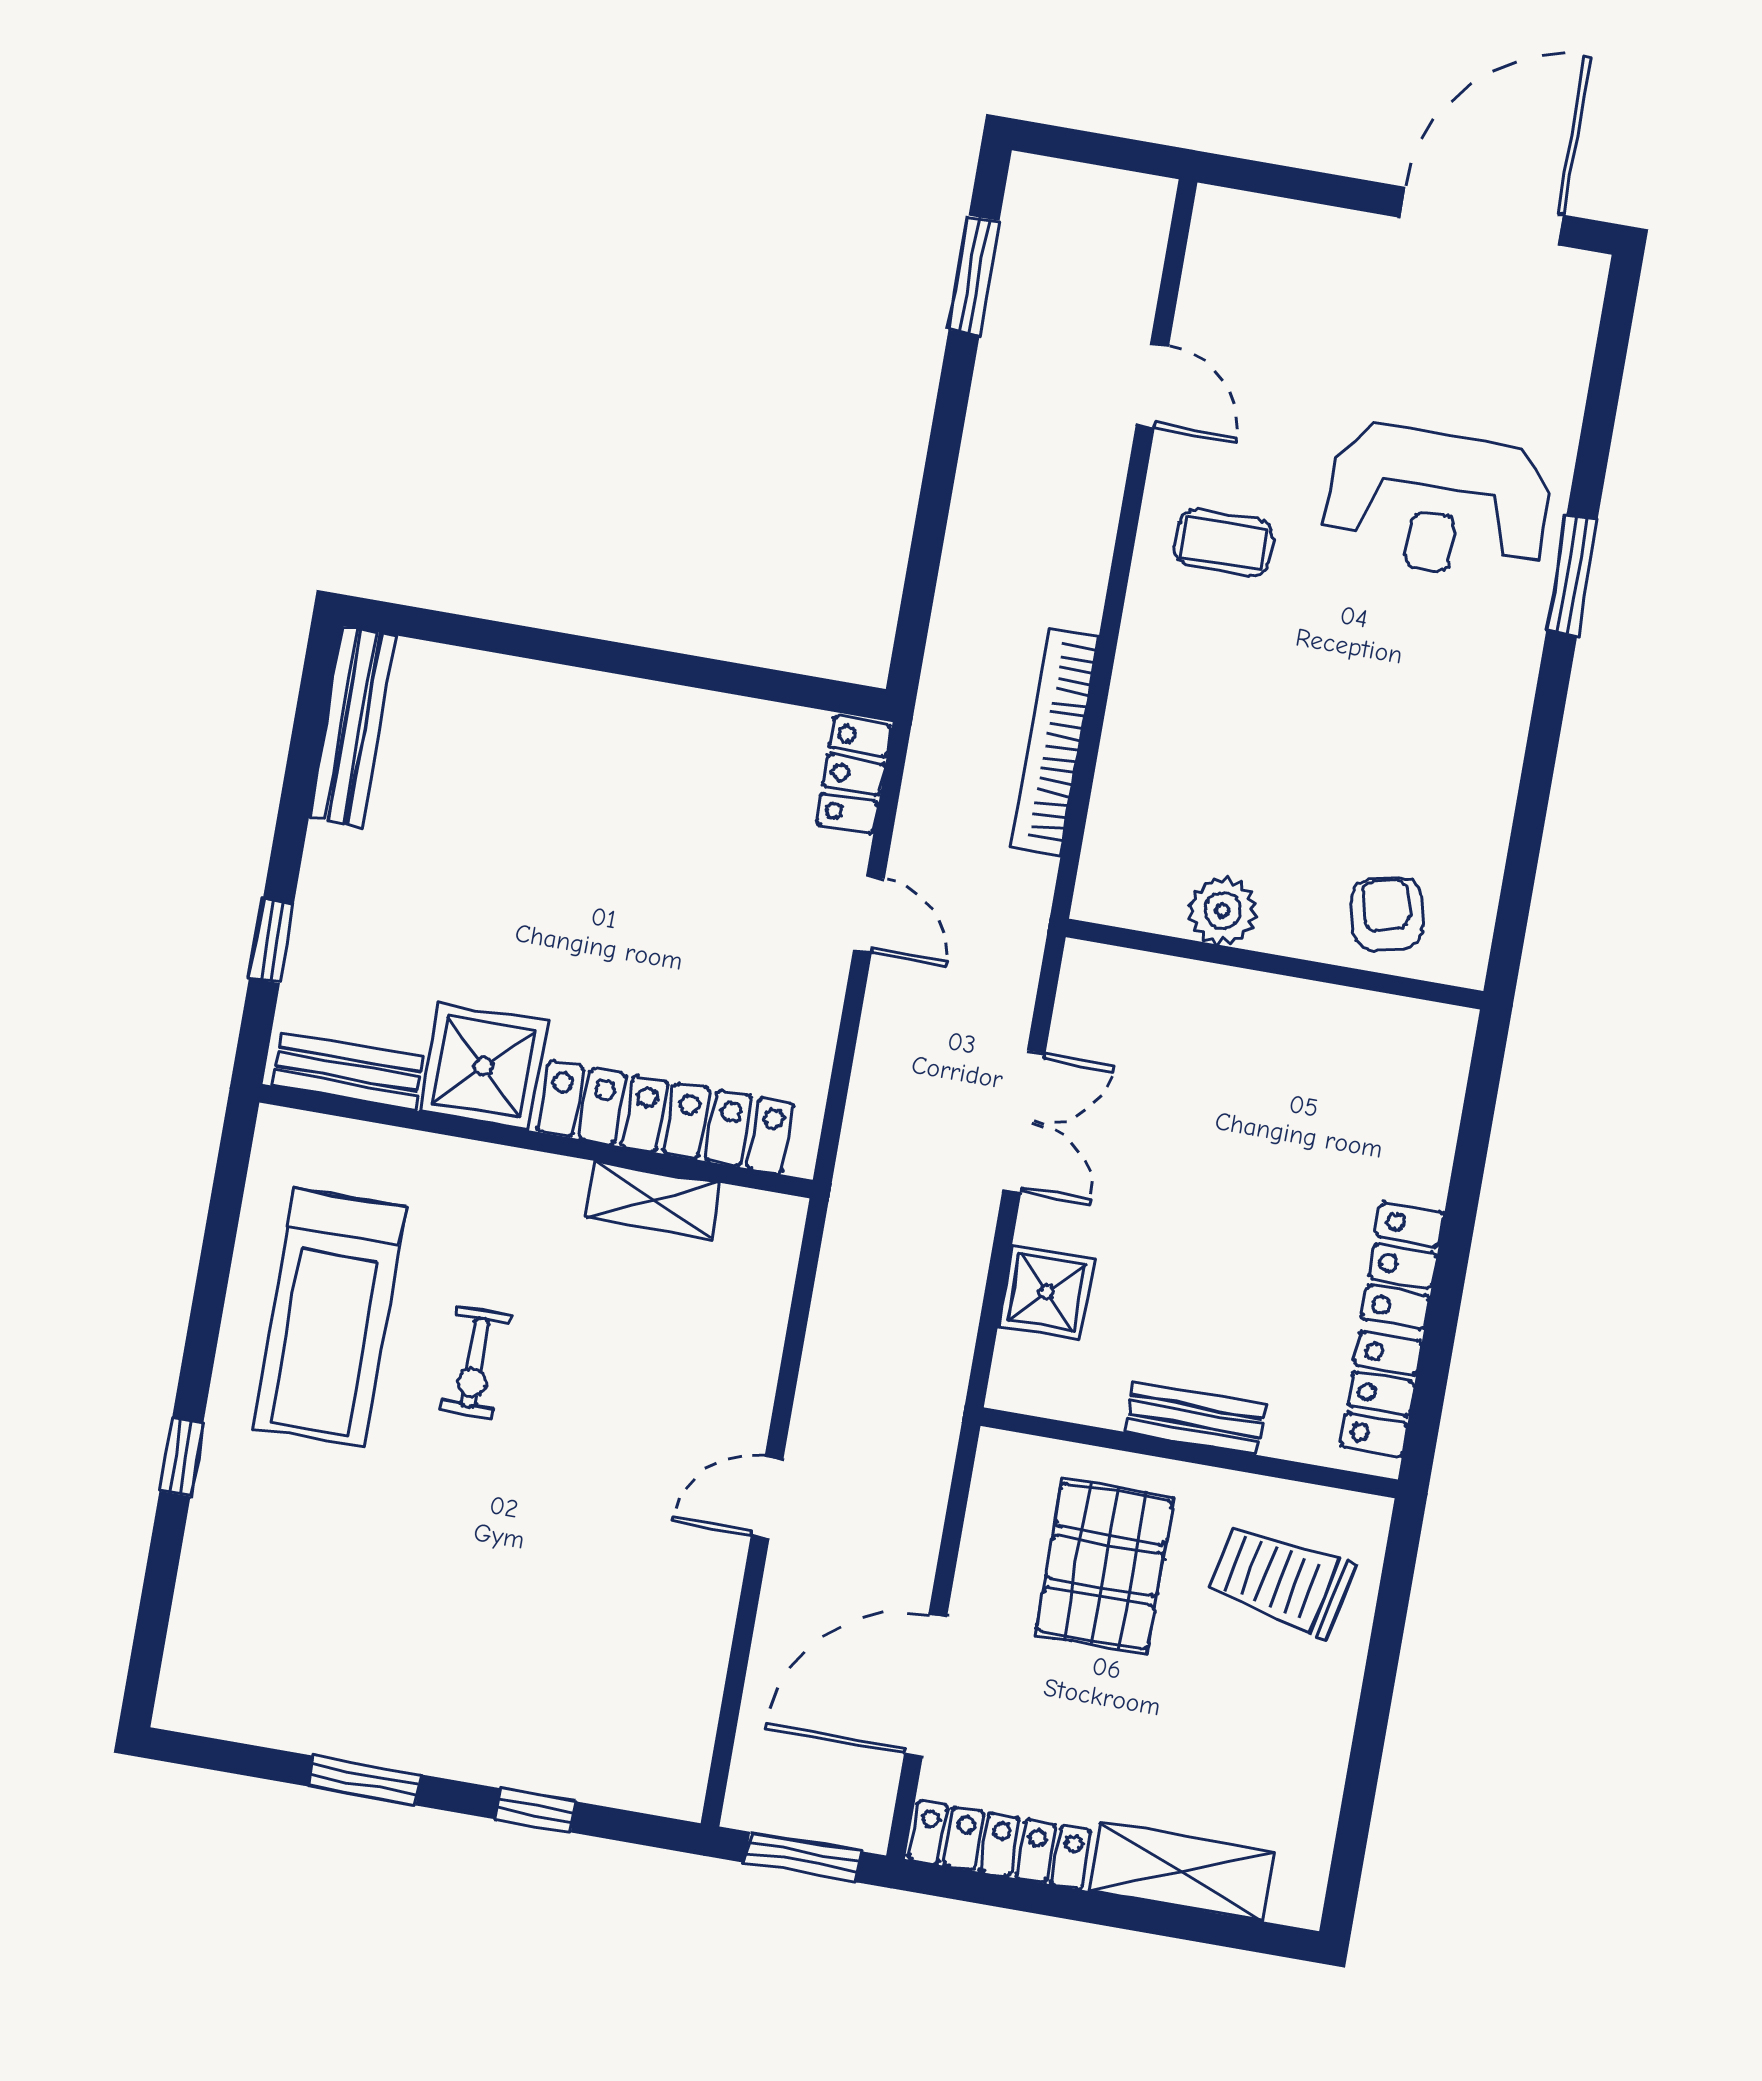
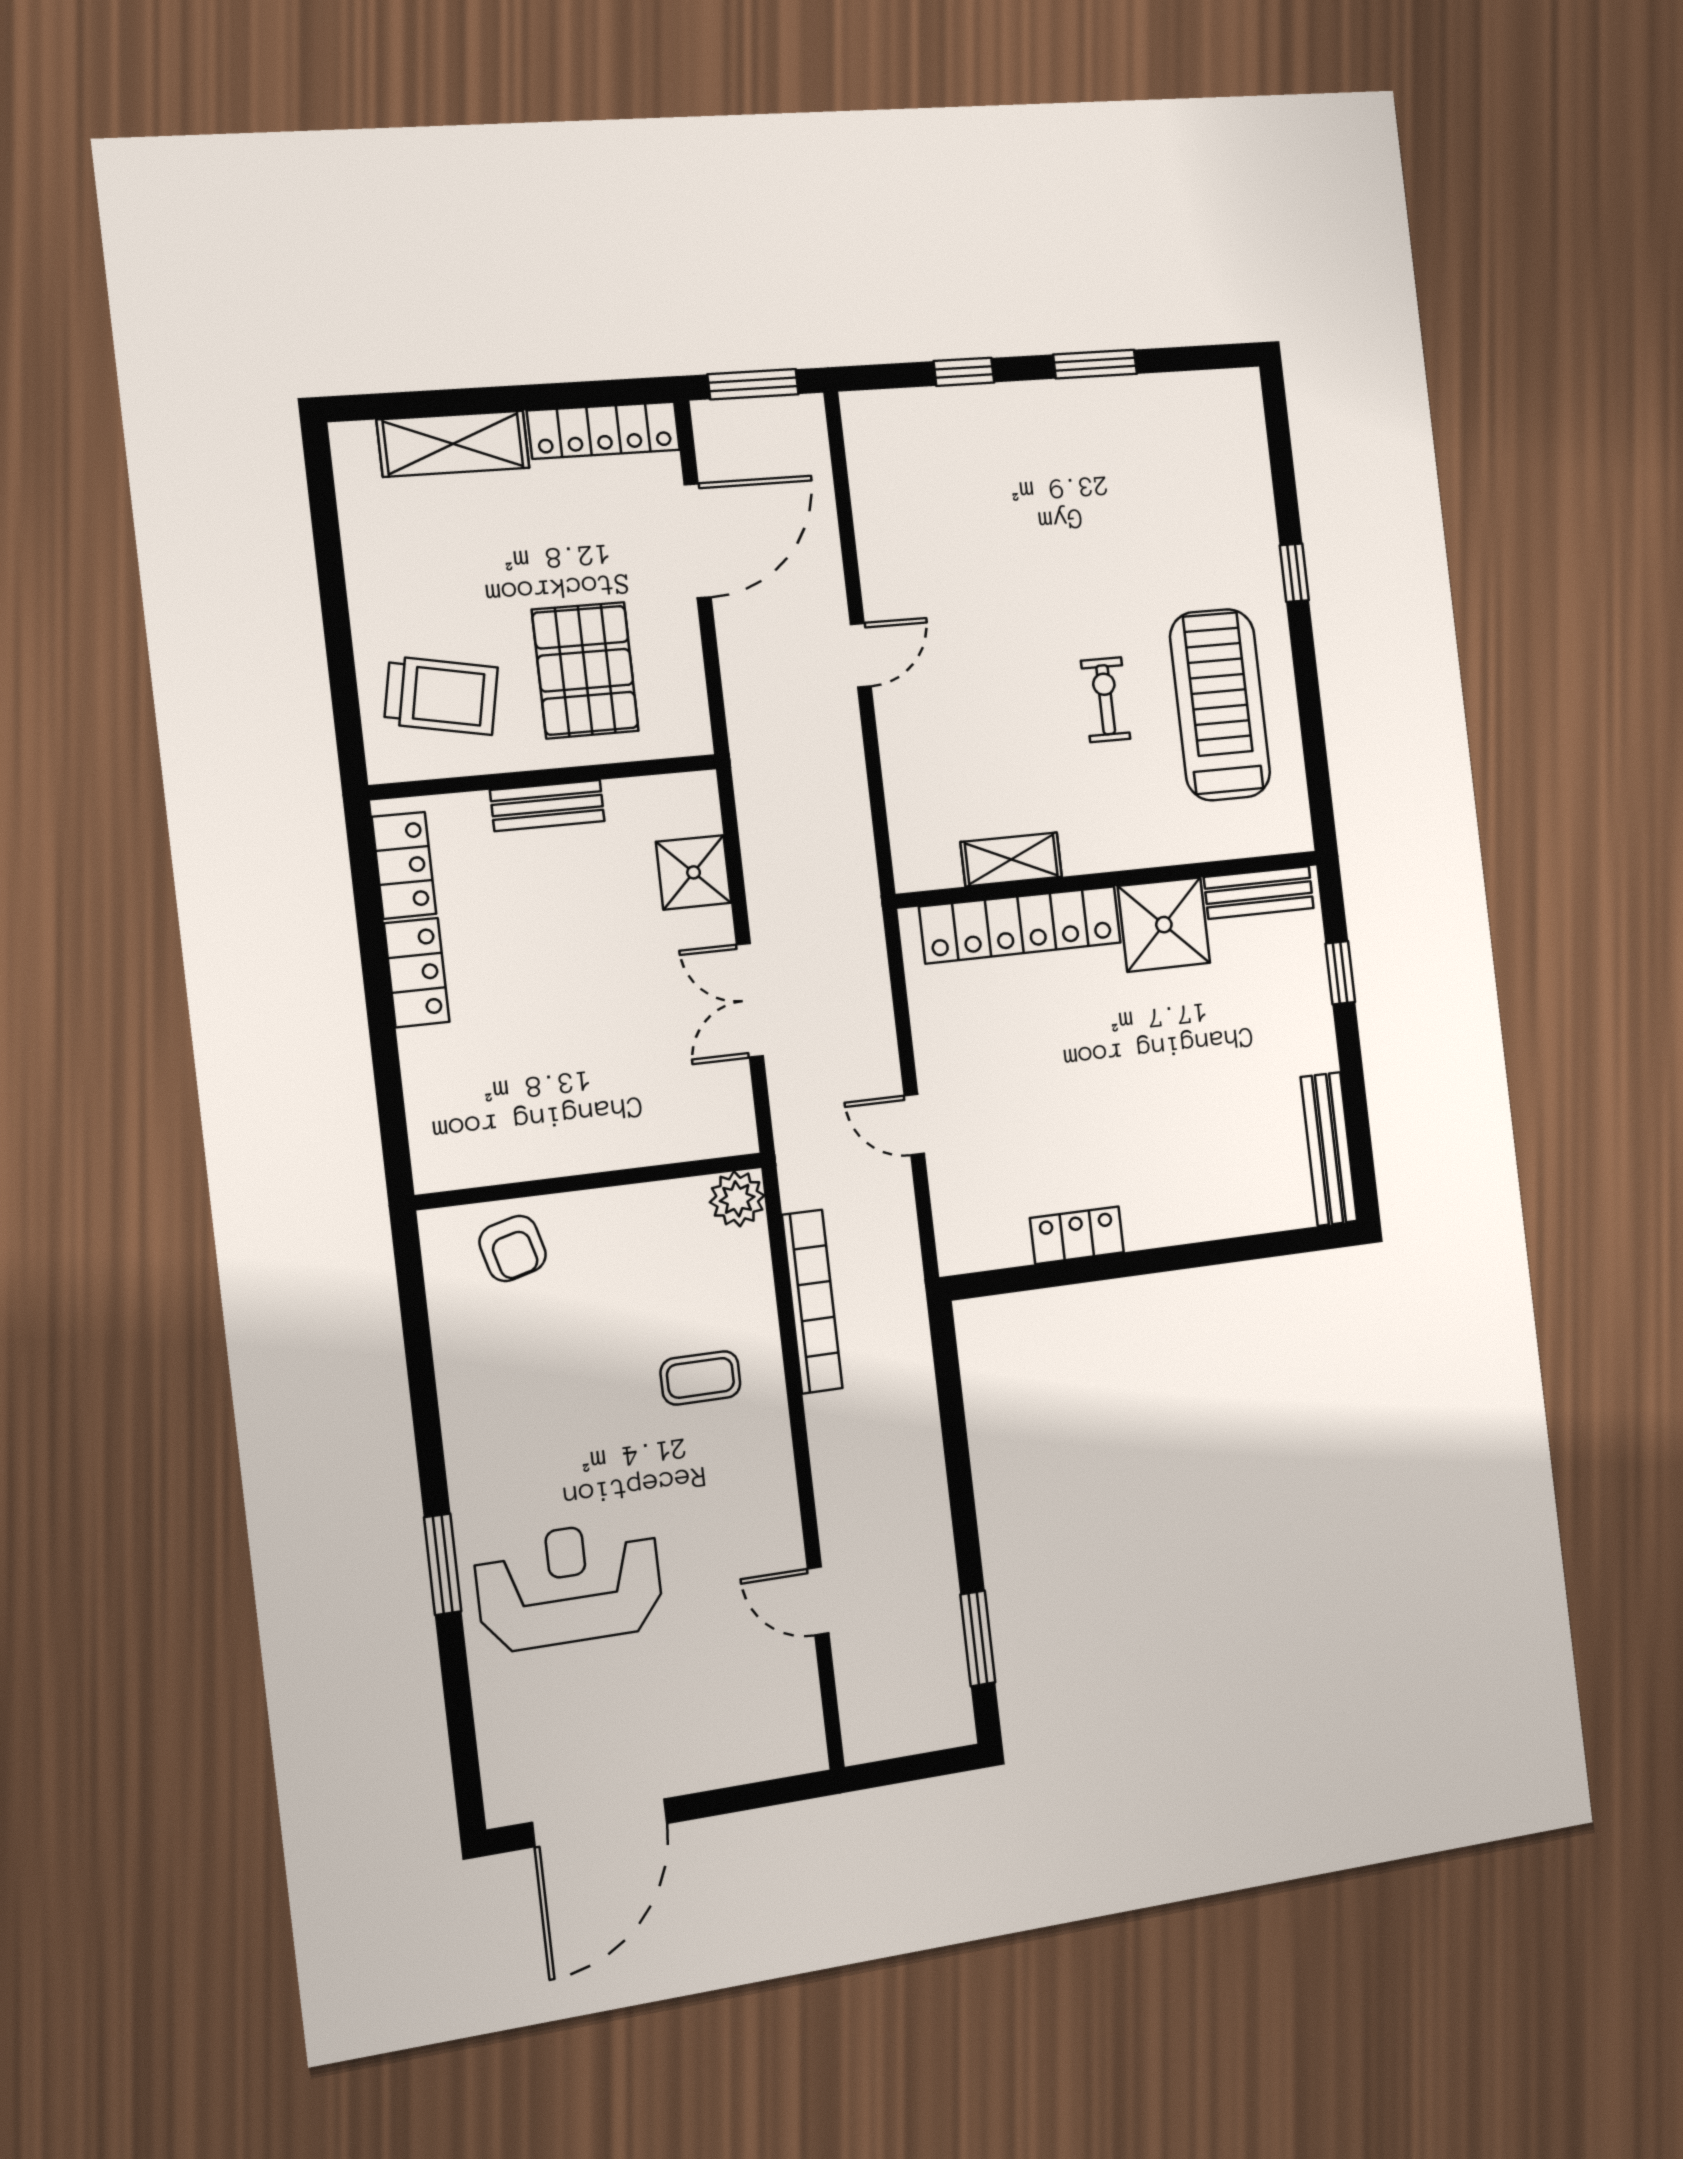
coffee table: (1224, 543) -> (700, 1378), moved
locker: (854, 775) -> (1077, 1235), moved, turned -90
plant: (1222, 911) -> (737, 1199), moved

